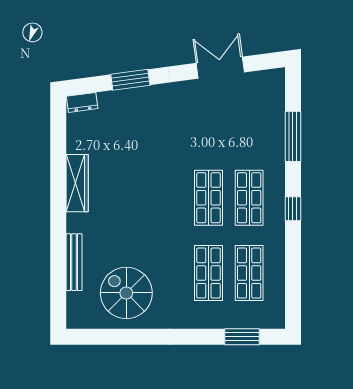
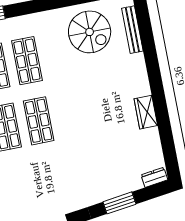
wardrobe: (77, 183) -> (146, 112), width x0.67
bench: (74, 262) -> (132, 30), moved

